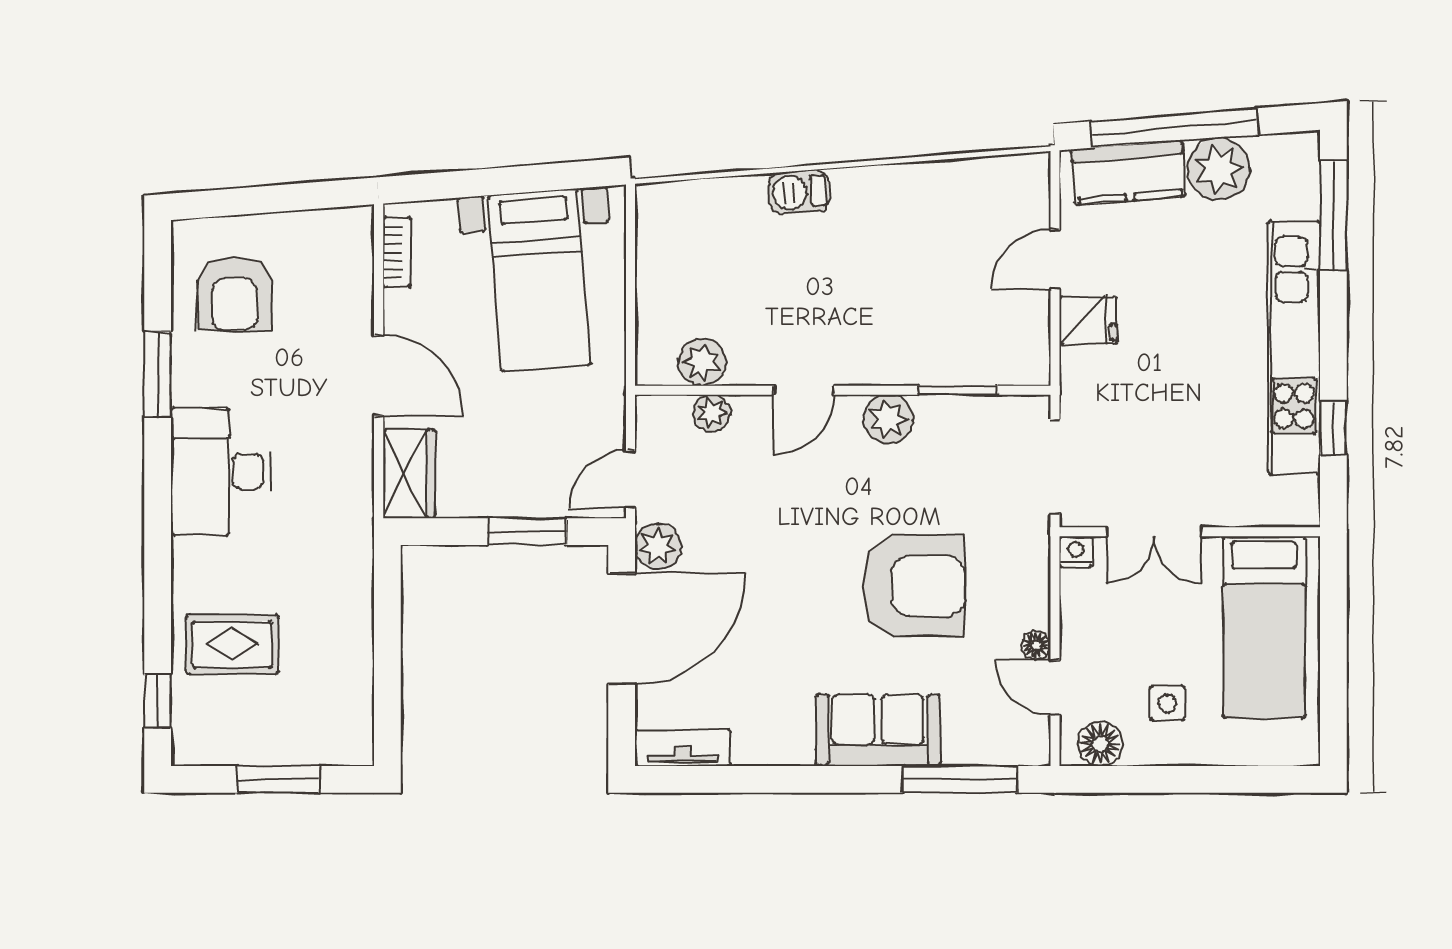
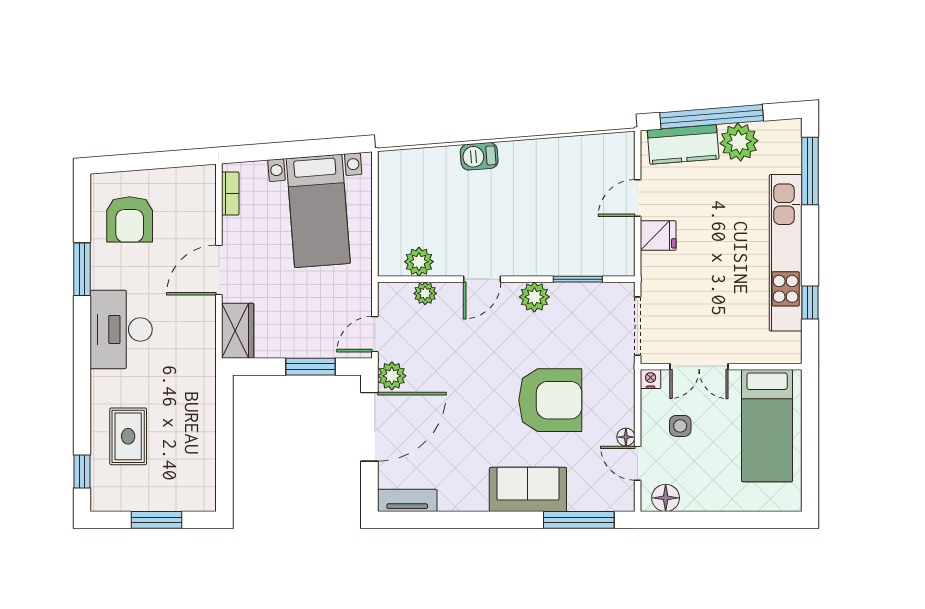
door: (379, 376) -> (219, 270), swing flipped
rug: (232, 644) -> (128, 436), turned 90
side table: (1167, 703) -> (680, 426), moved

